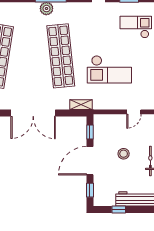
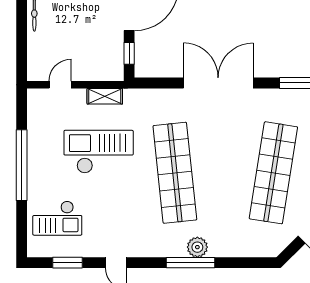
shelving: (81, 105) -> (105, 96), moved
stool: (124, 154) -> (76, 19), removed

